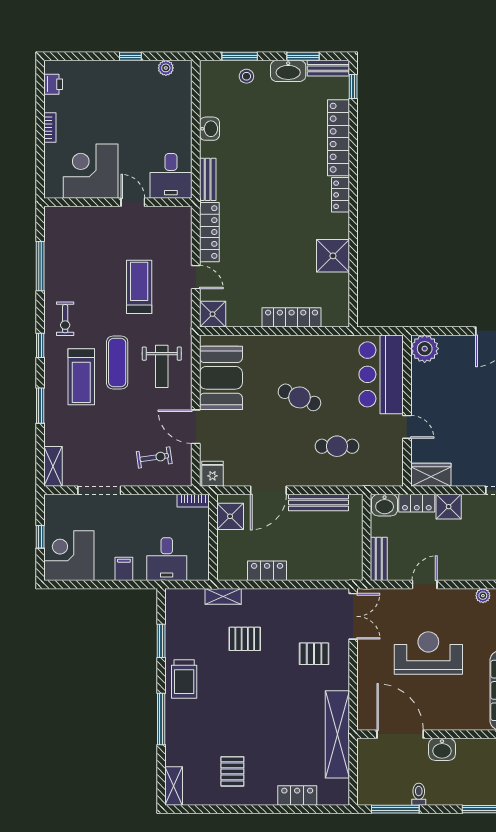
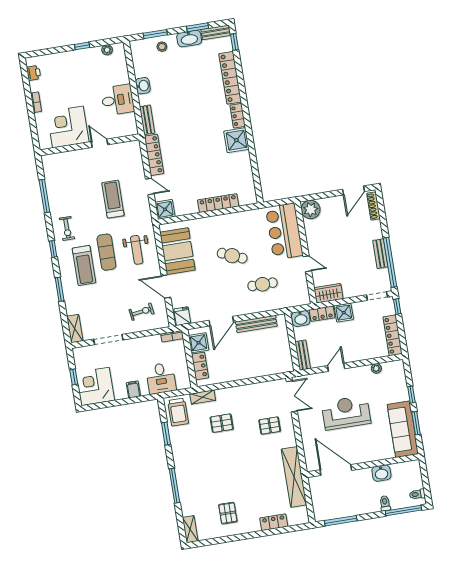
desk: (171, 176) -> (118, 100), moved, turned -90
shower: (333, 256) -> (236, 140), moved
locker: (267, 571) -> (200, 366), moved, turned 90
trolley: (184, 679) -> (178, 412), moved
washbasin: (442, 749) -> (381, 473), moved
toilet: (419, 794) -> (385, 503), moved

